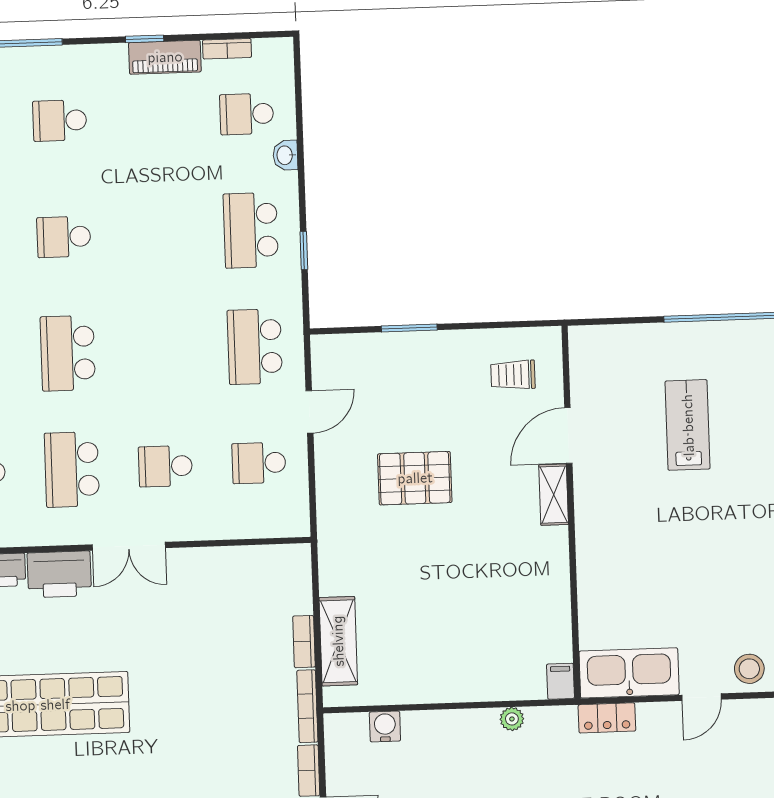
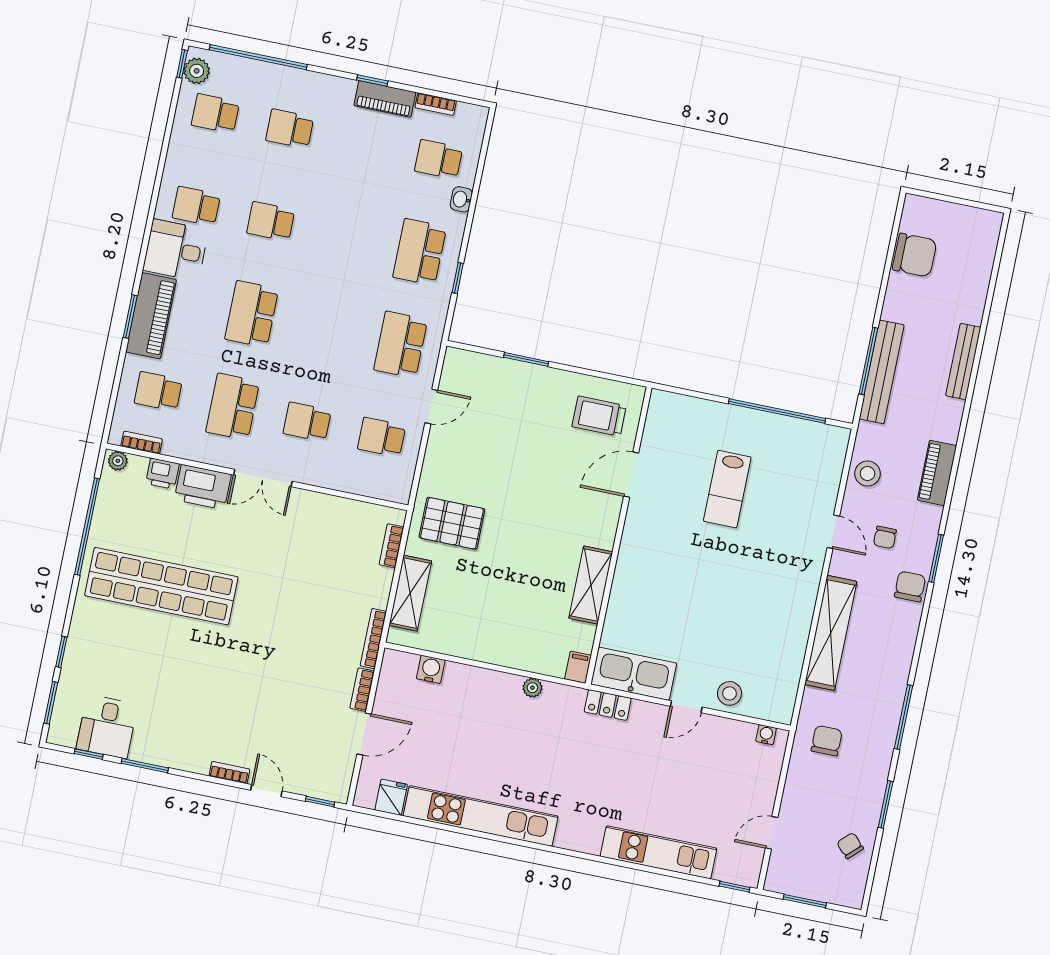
trolley: (513, 375) -> (599, 416), width x1.36, depth x1.39
lab bench: (688, 425) -> (727, 489), turned 180
pallet: (415, 478) -> (452, 523), moved
shelving: (554, 495) -> (591, 585), moved, width x1.50, depth x1.33
bookcase: (304, 642) -> (392, 546), moved

